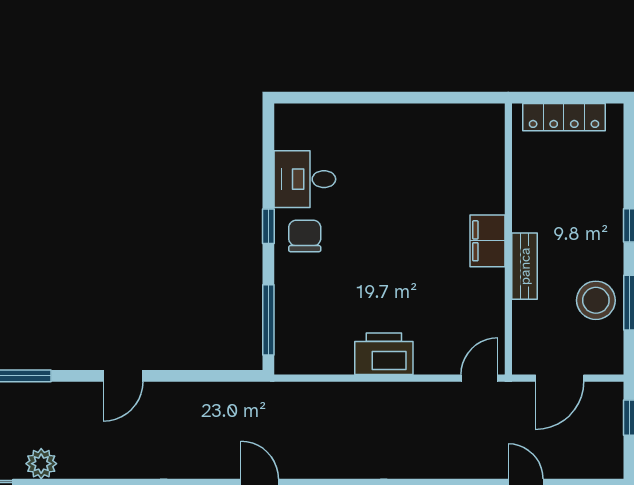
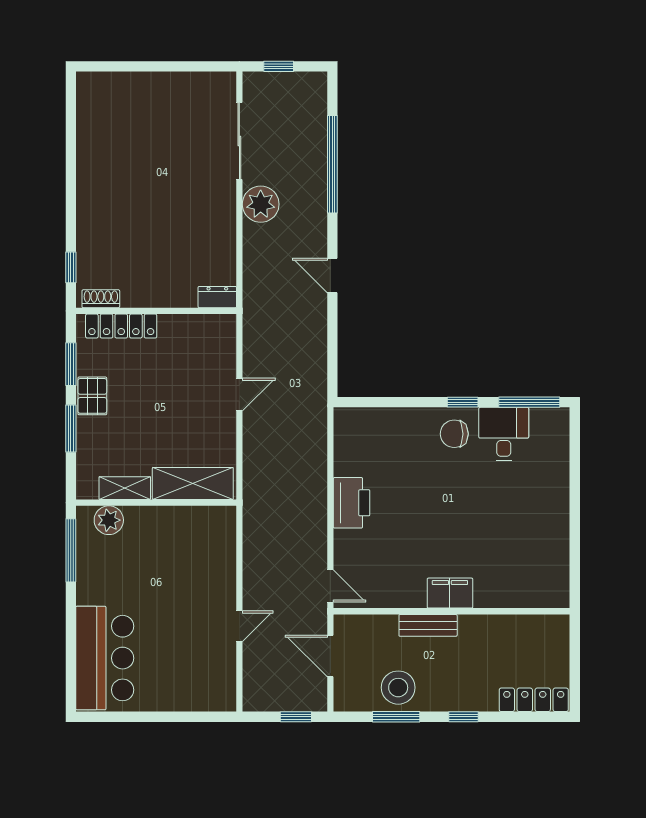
locker: (564, 117) -> (534, 700), moved, turned 90
chair: (305, 236) -> (454, 434), turned 180
window: (268, 320) -> (529, 402), moved
plant: (41, 464) -> (261, 204), width x1.36, depth x1.36

